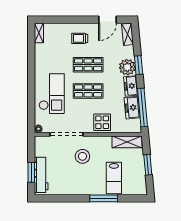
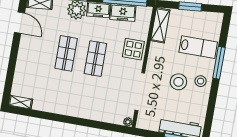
trolley: (80, 38) -> (35, 58), removed
checkout: (52, 94) -> (91, 100), removed
stool: (82, 156) -> (178, 82), moved
stool: (85, 185) -> (201, 81), added

